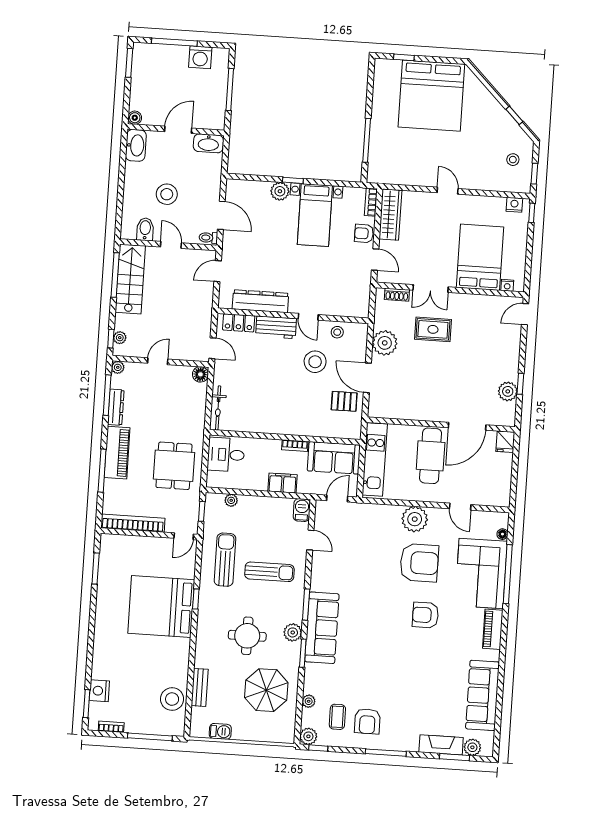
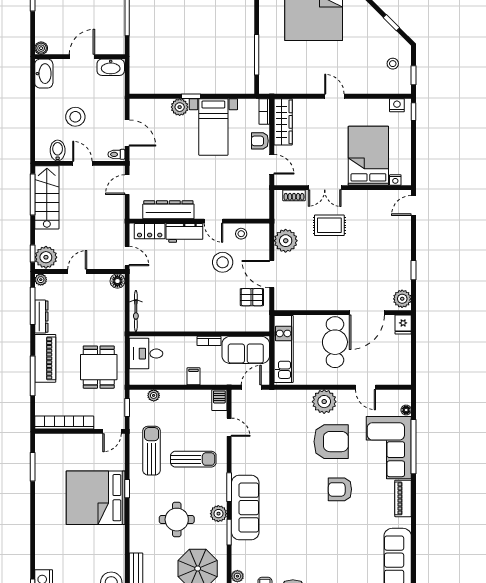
plant: (120, 338) -> (46, 257), width x1.87, depth x1.87
plant: (508, 391) -> (402, 299), moved
filing cabinet: (283, 483) -> (194, 376), width x0.50

